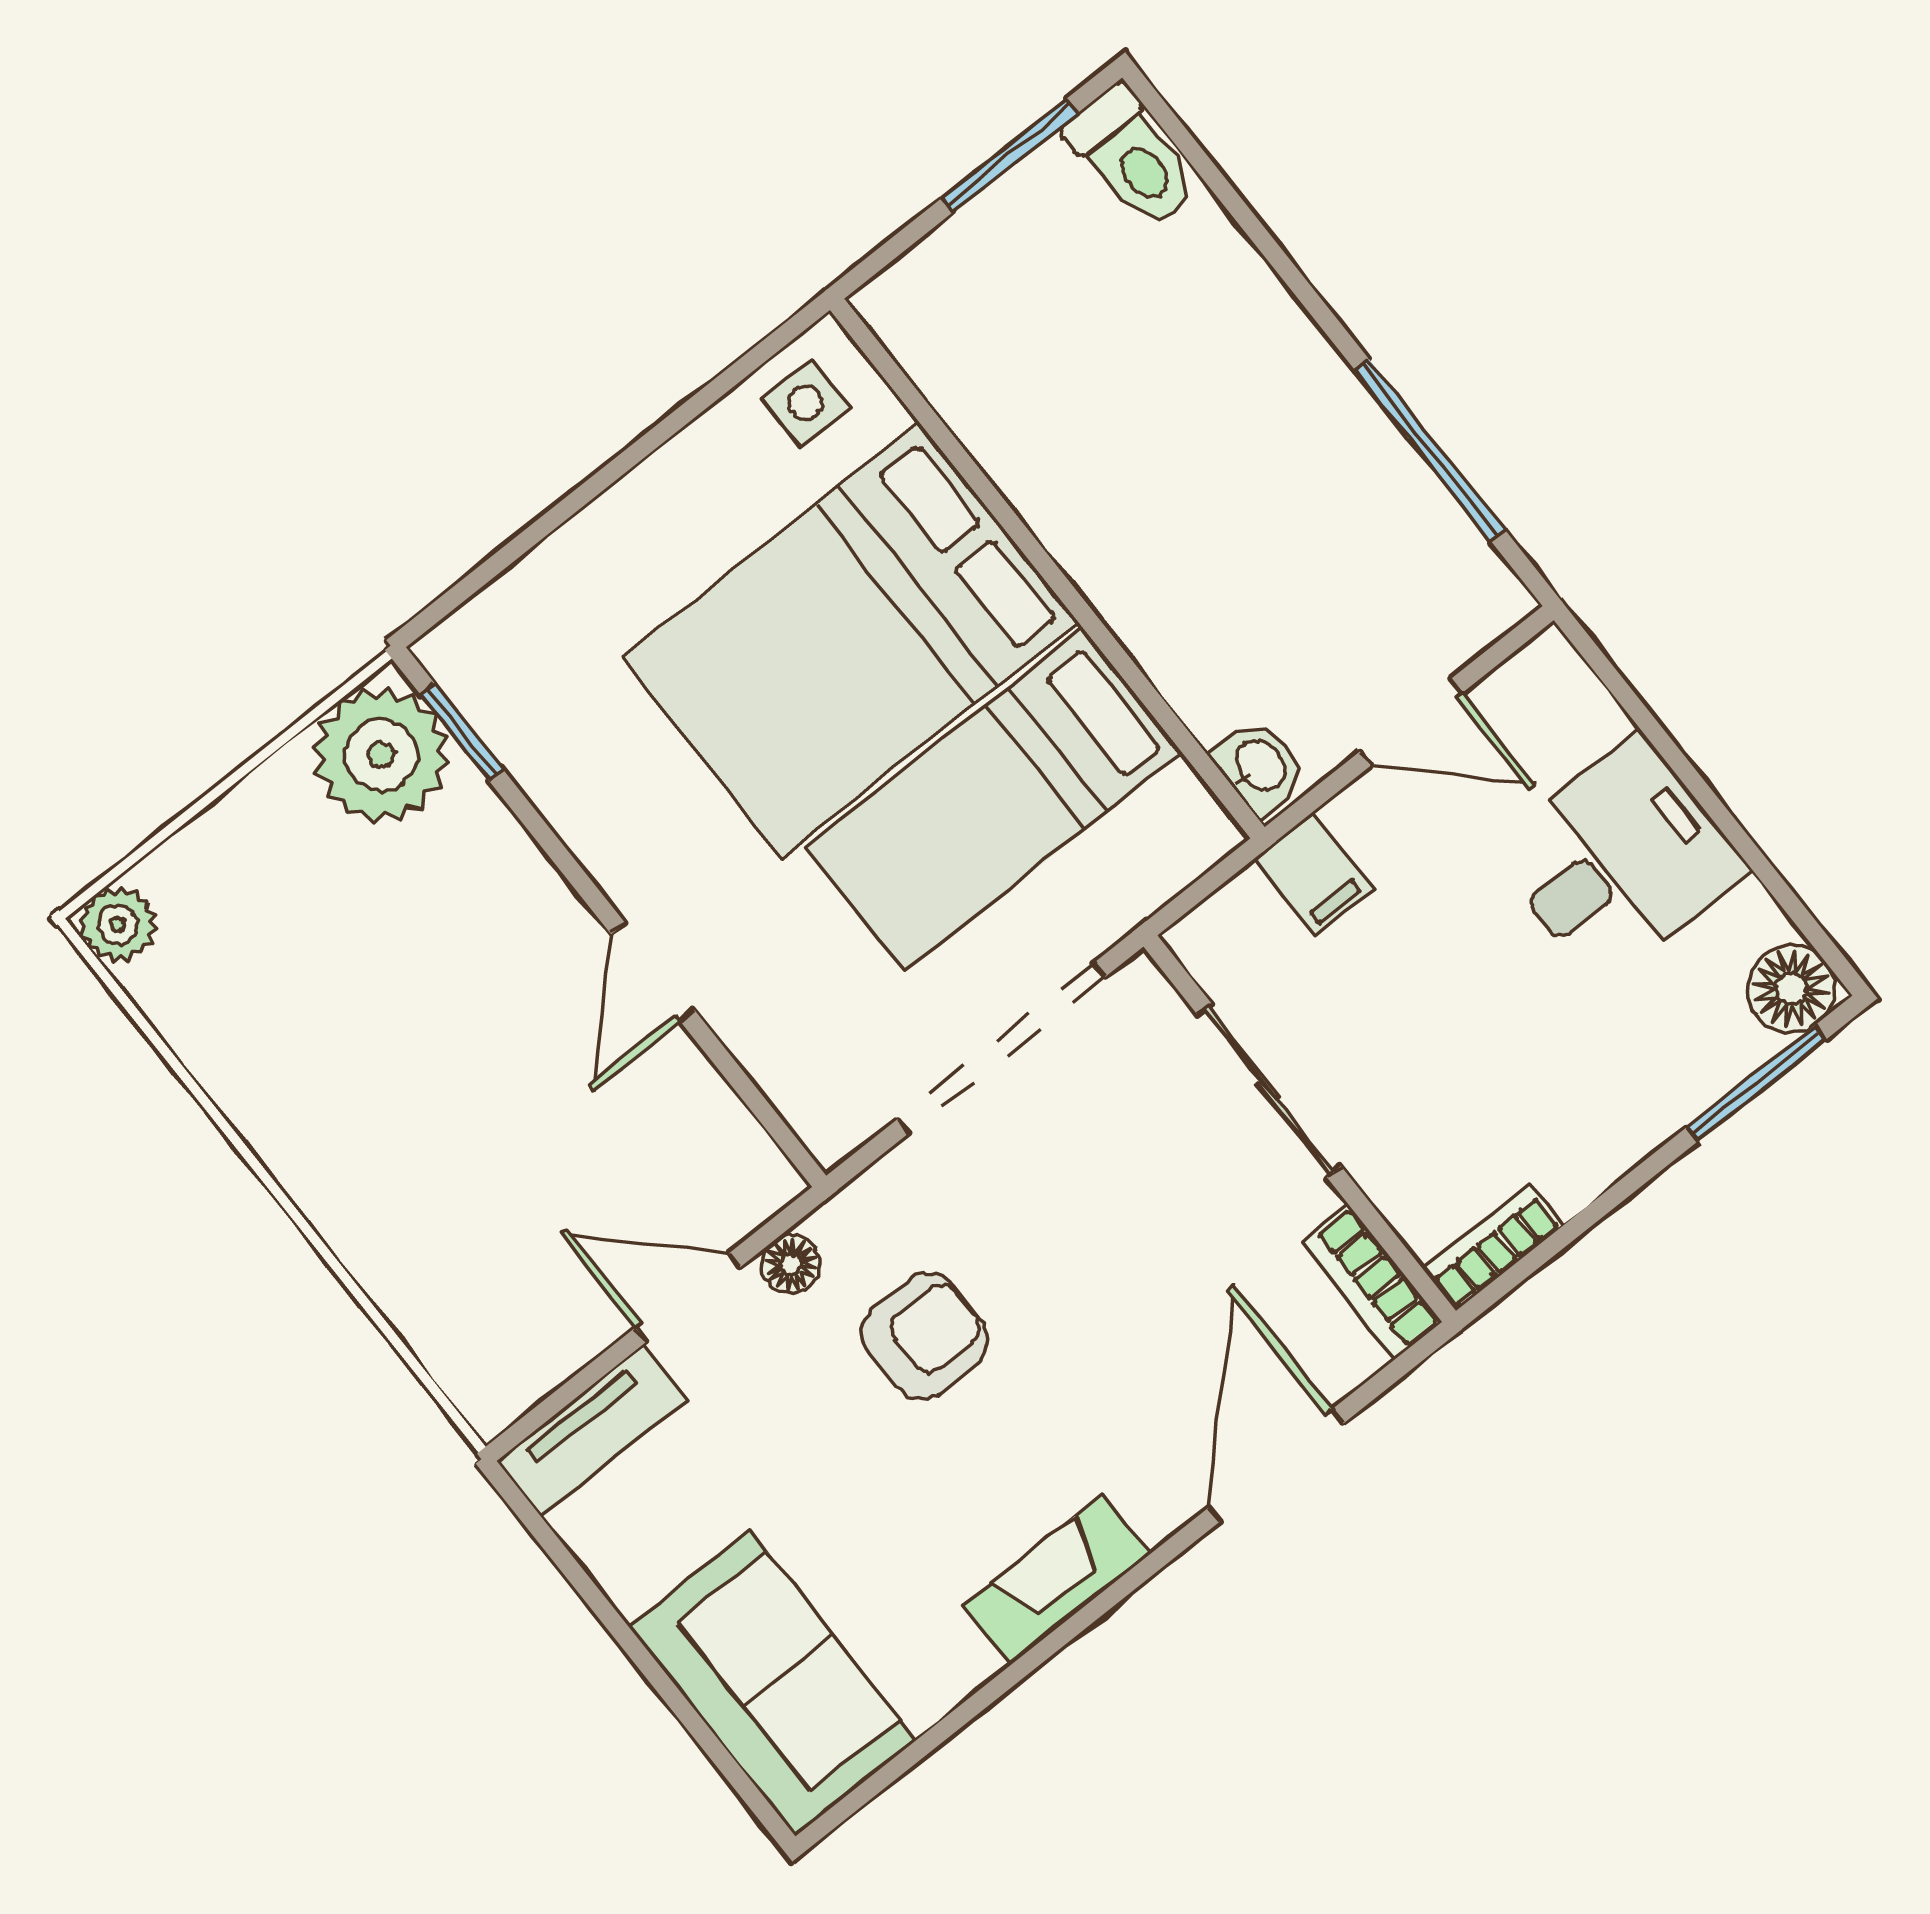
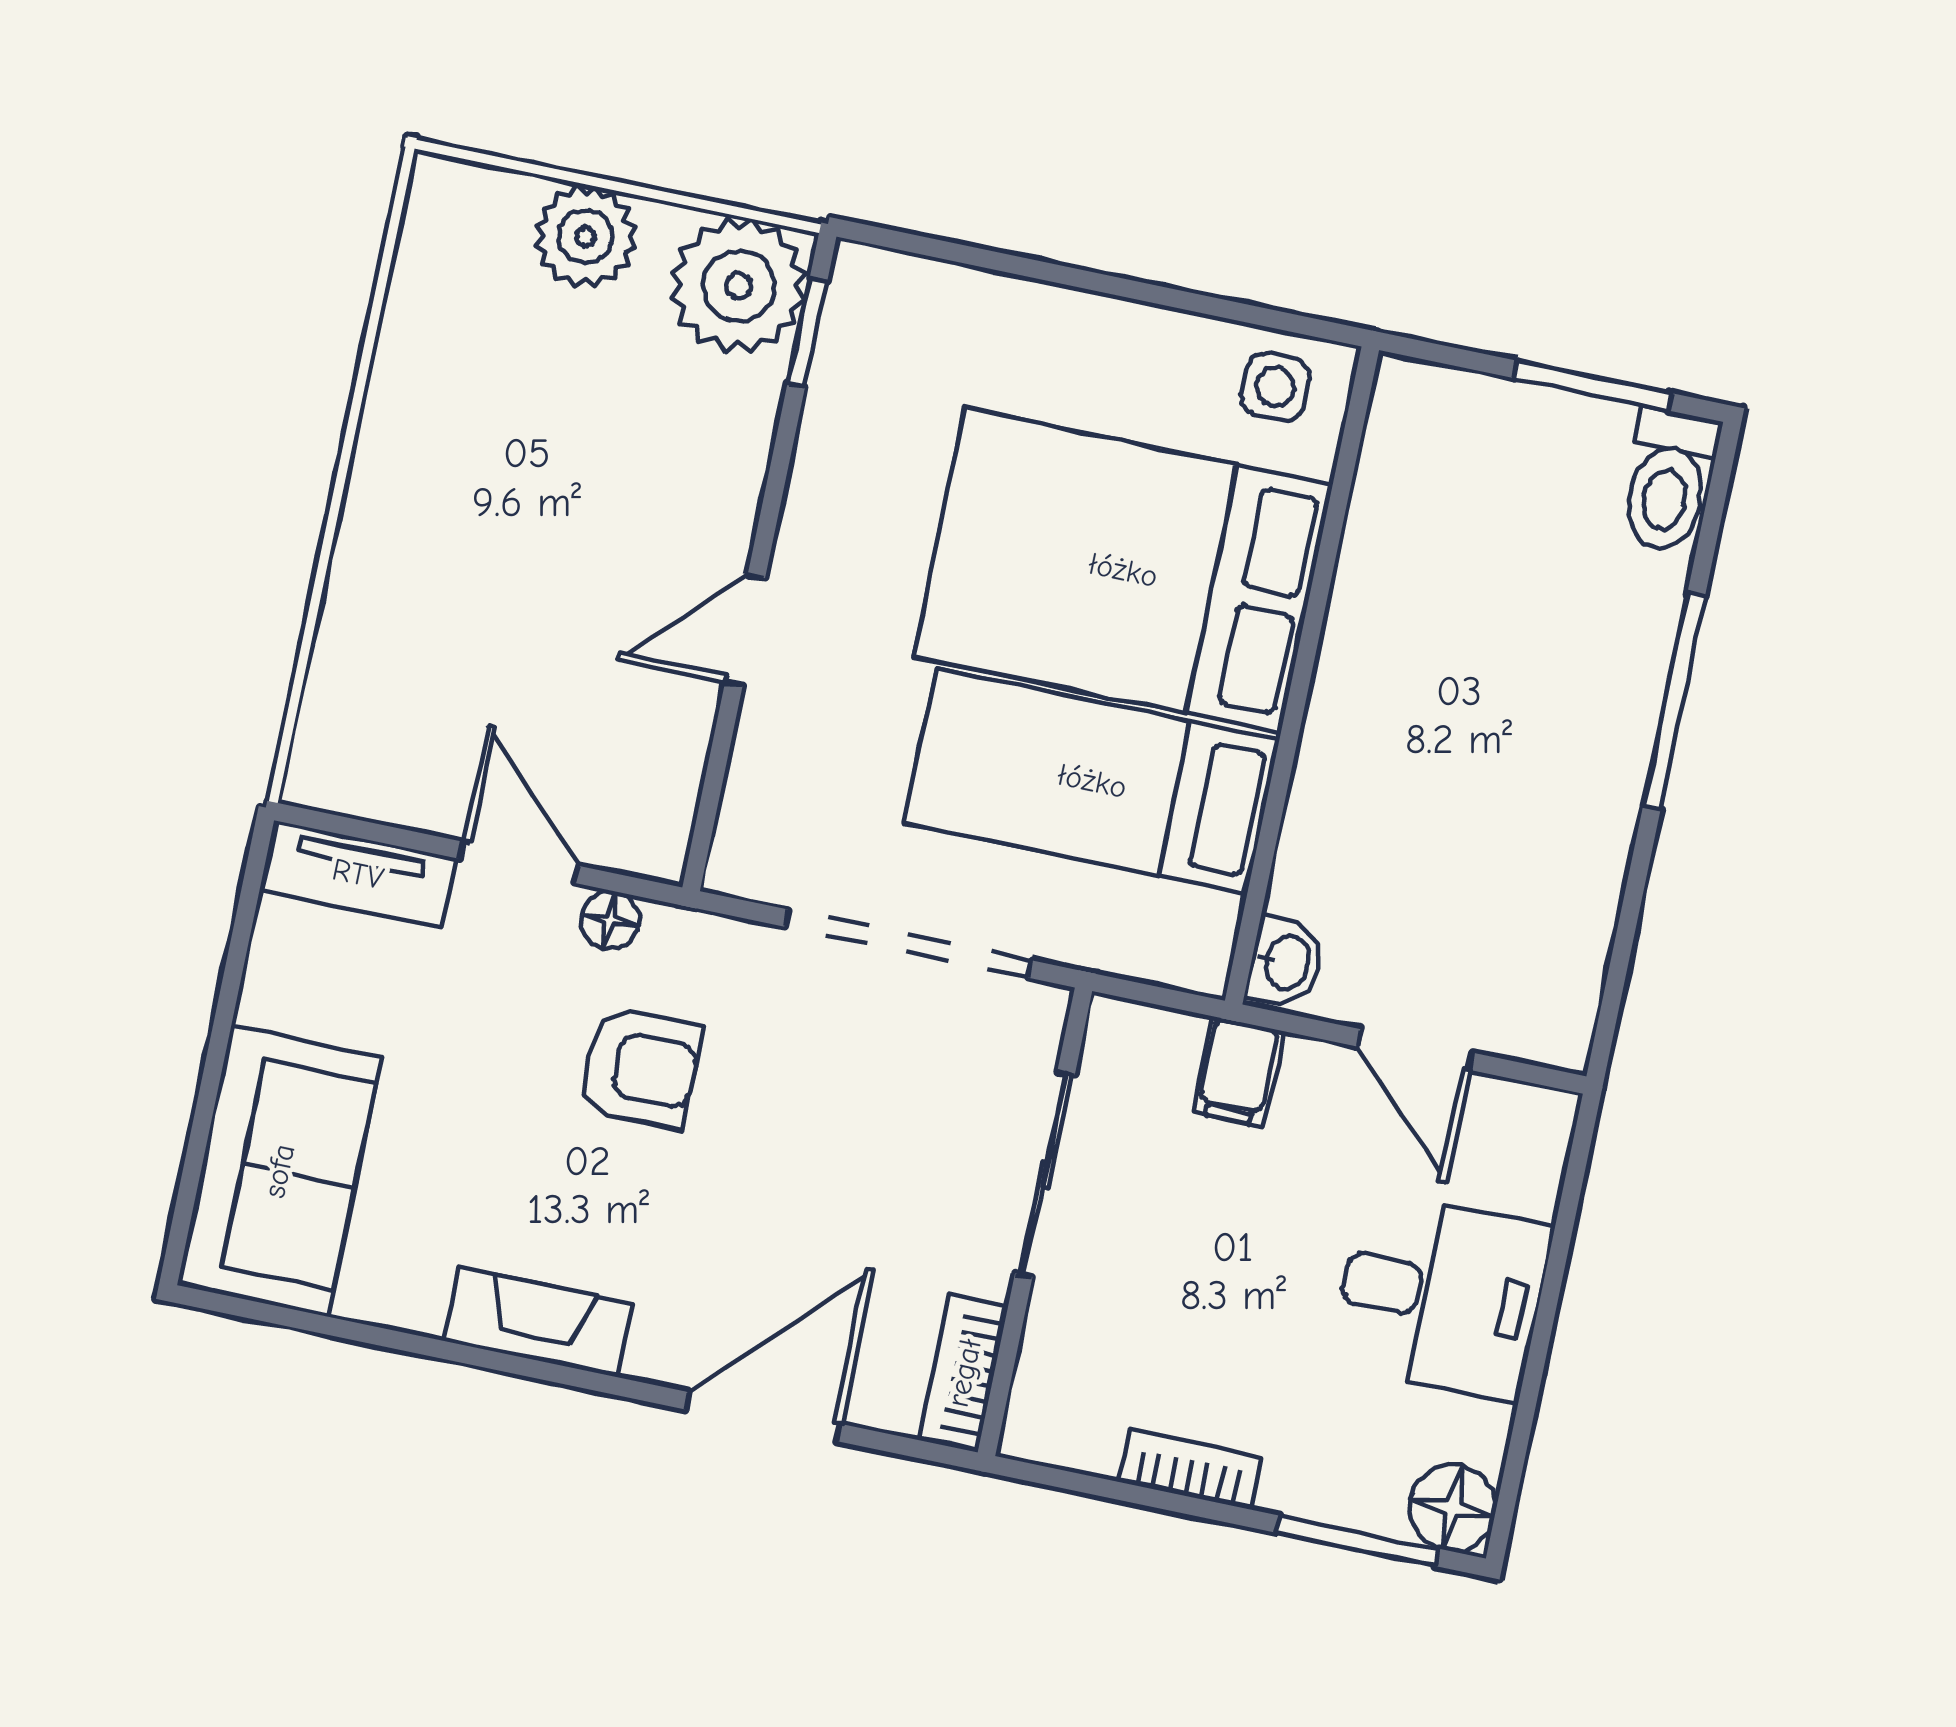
window: (1430, 450) -> (1674, 701), moved
plant: (118, 924) -> (585, 237), moved, width x1.38, depth x1.38
bookcase: (1493, 1247) -> (1190, 1469), moved

